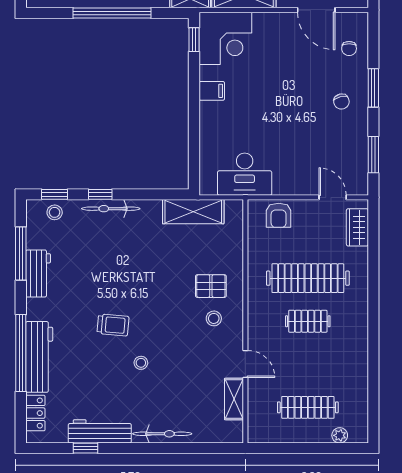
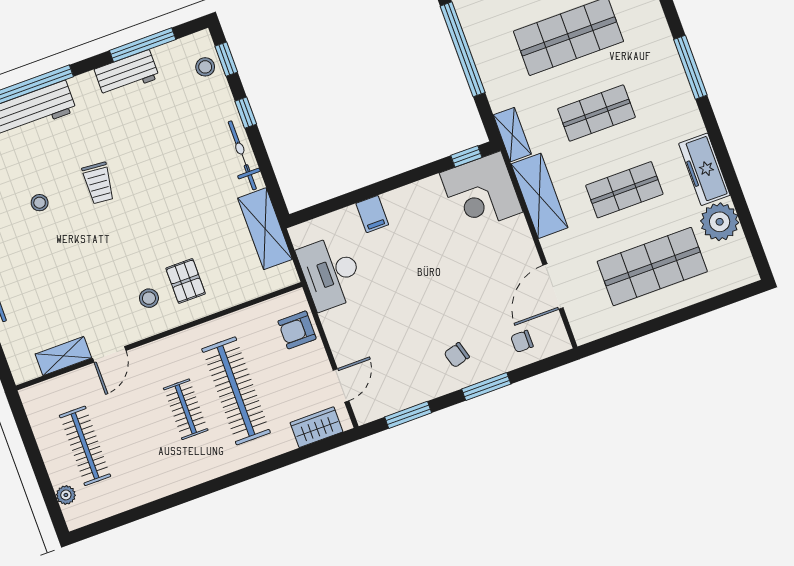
filing cabinet: (212, 91) -> (372, 214), moved
bicycle: (111, 209) -> (242, 155), moved
stool: (141, 363) -> (40, 203), moved

